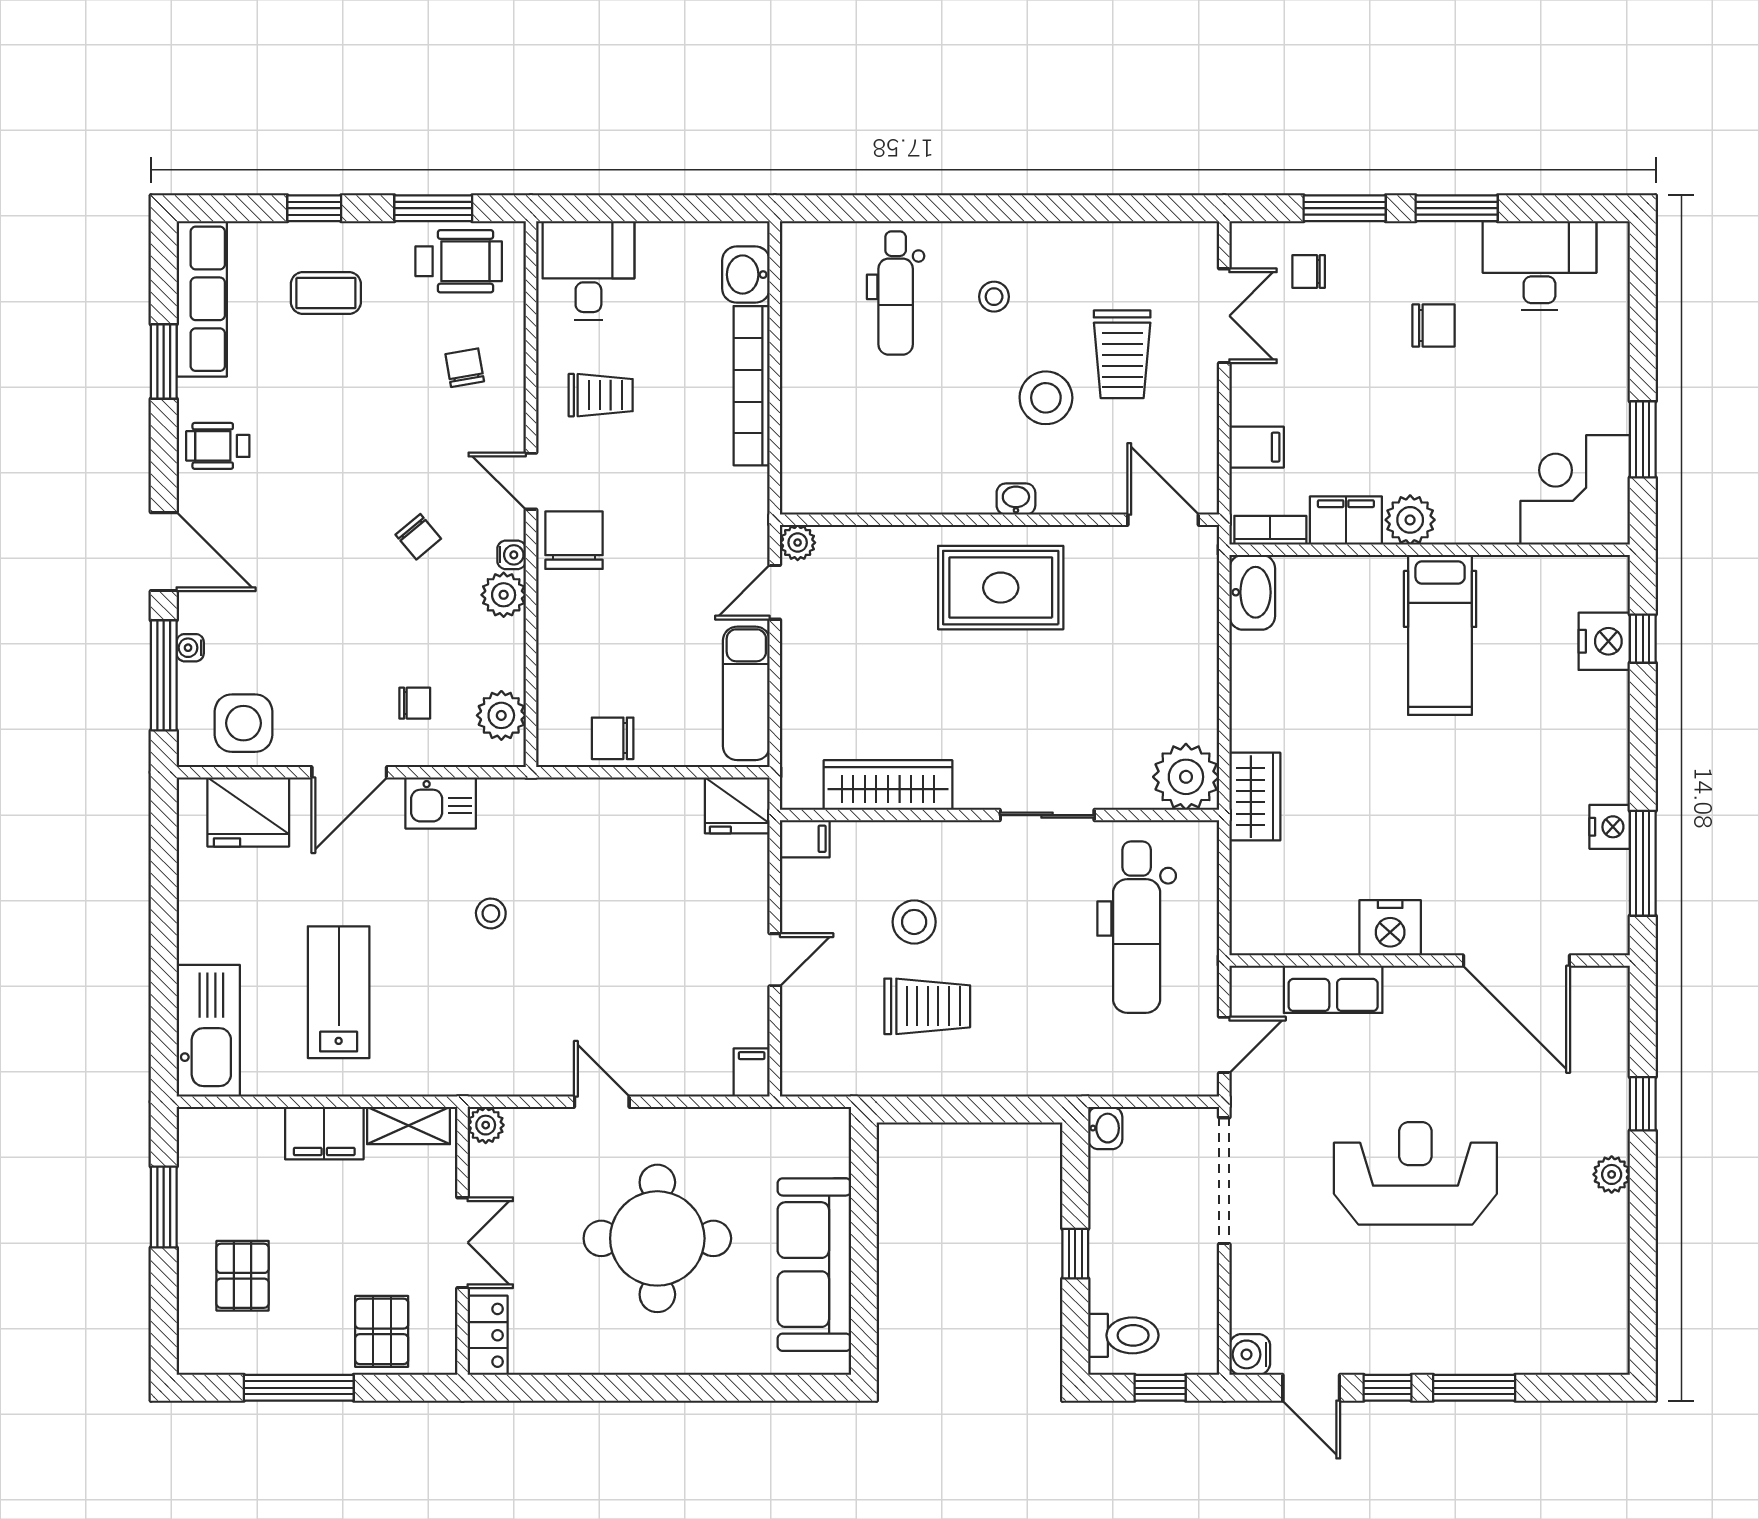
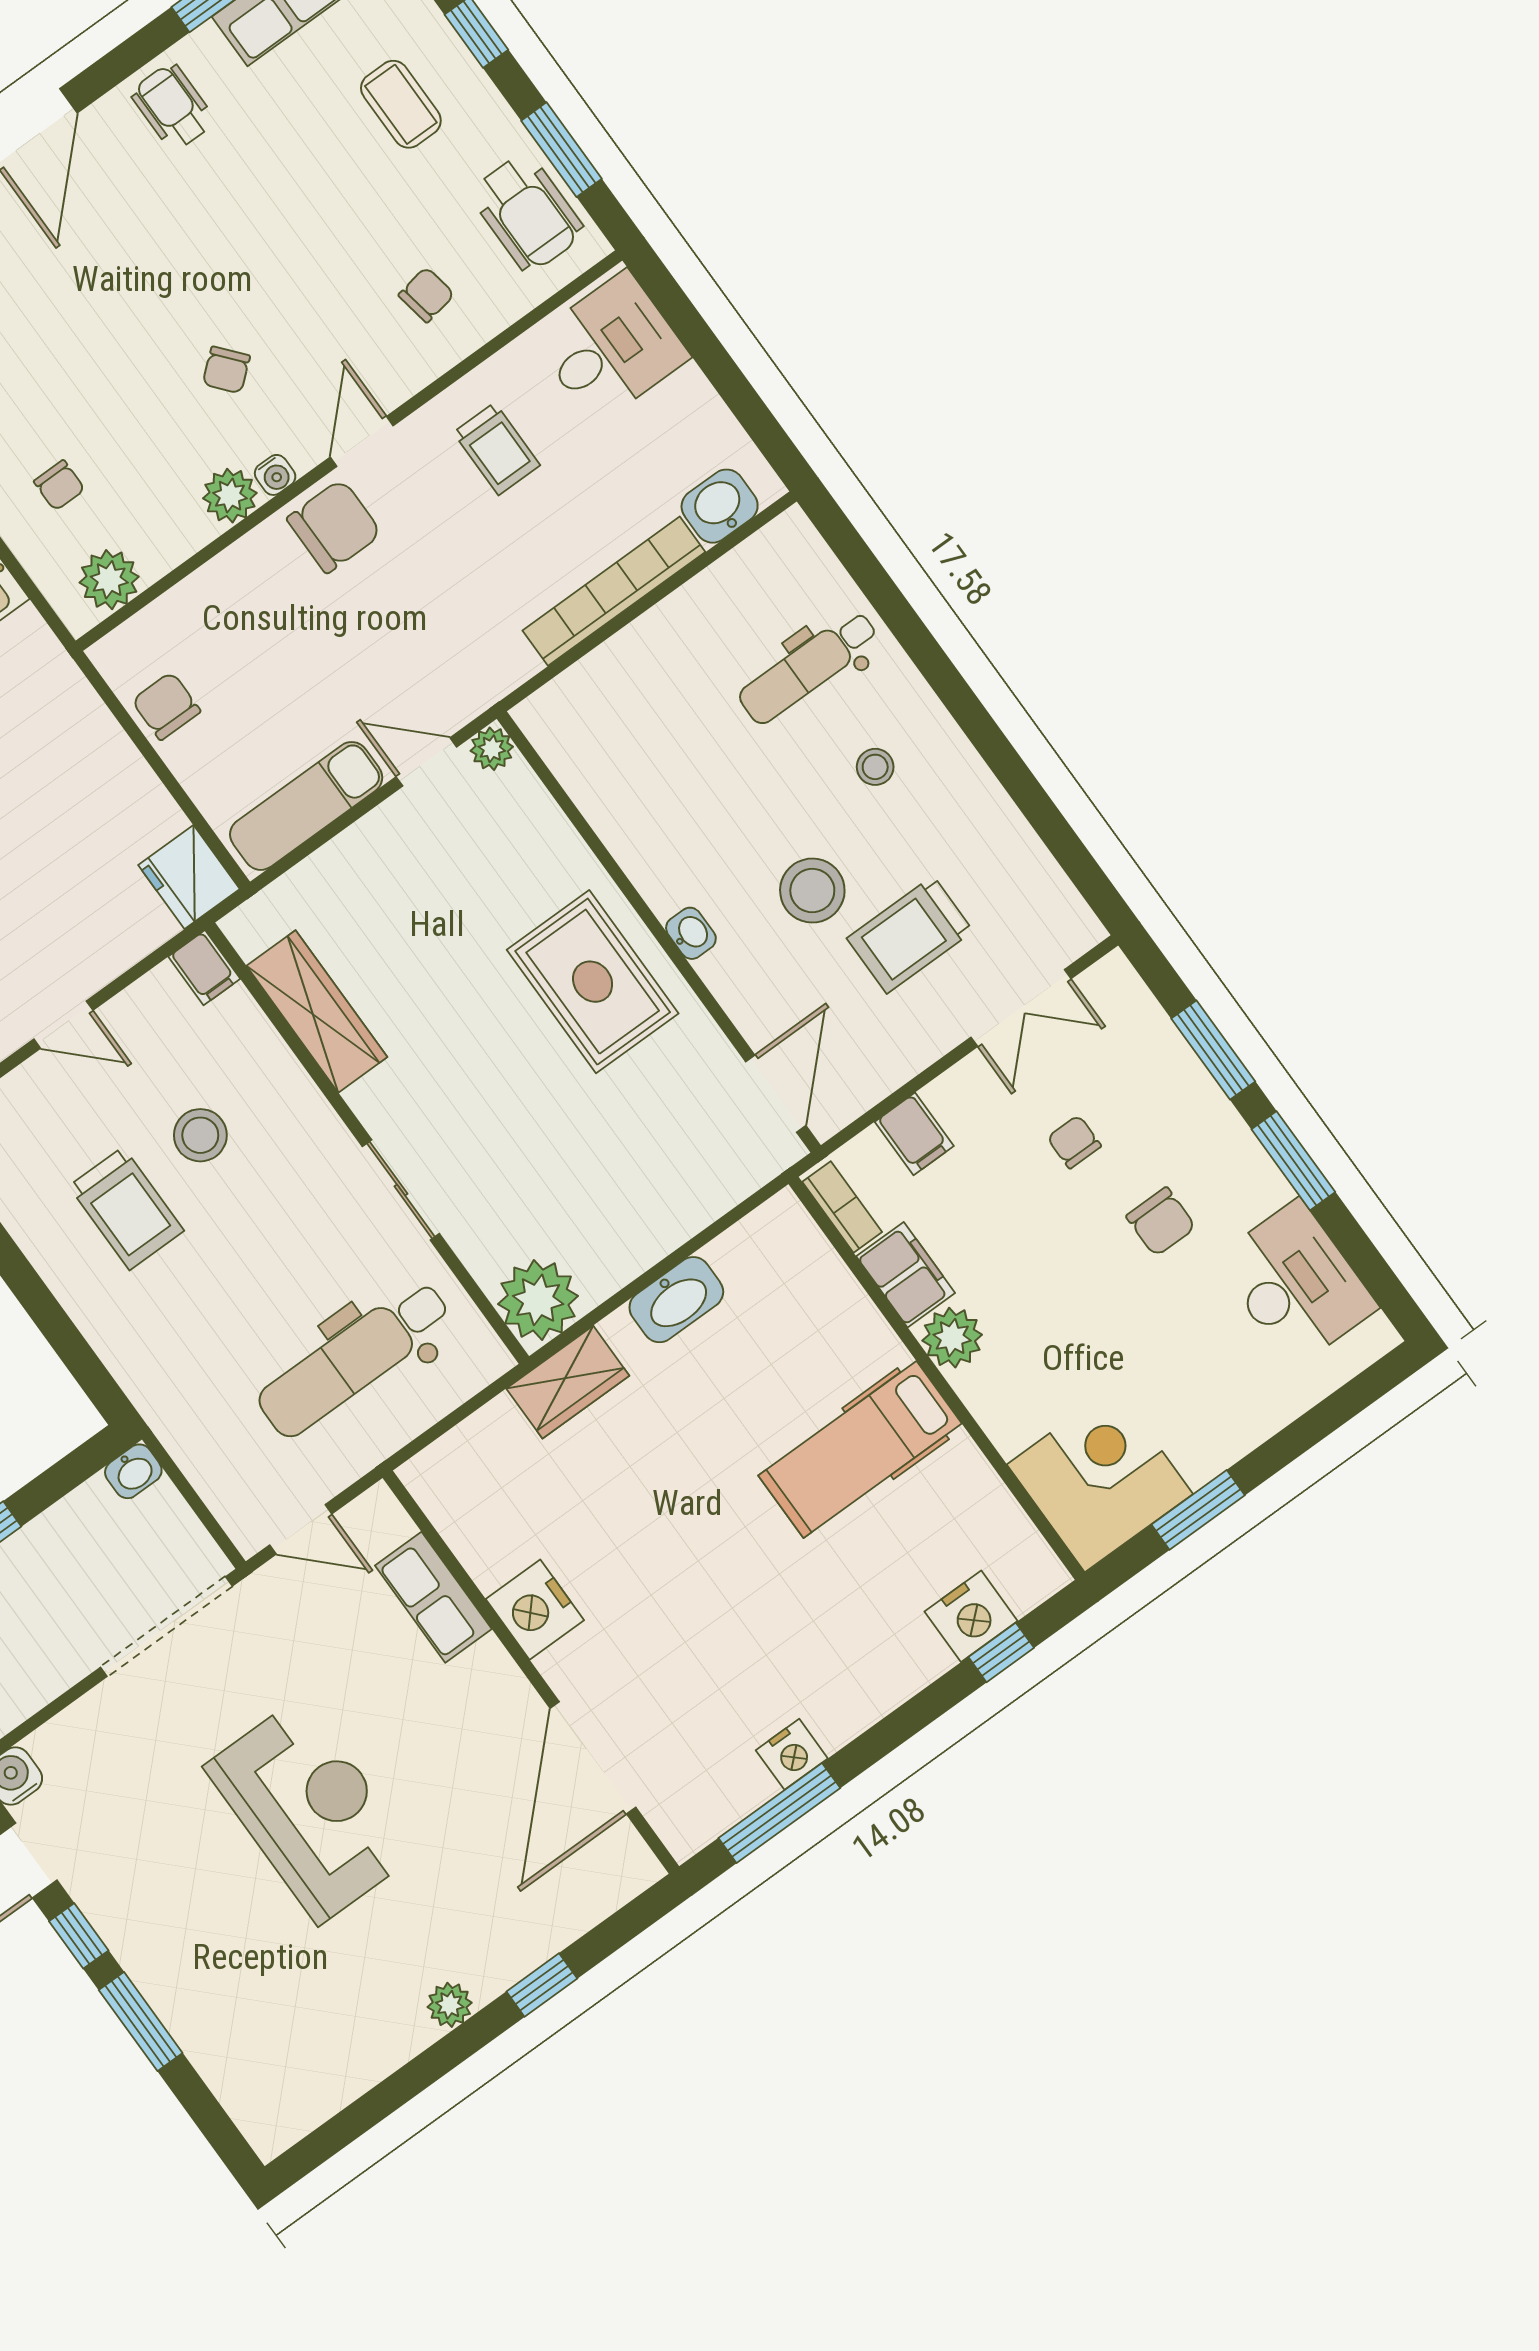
chair: (1309, 272) -> (1074, 1142), moved
washbasin: (1252, 592) -> (676, 1300), moved

